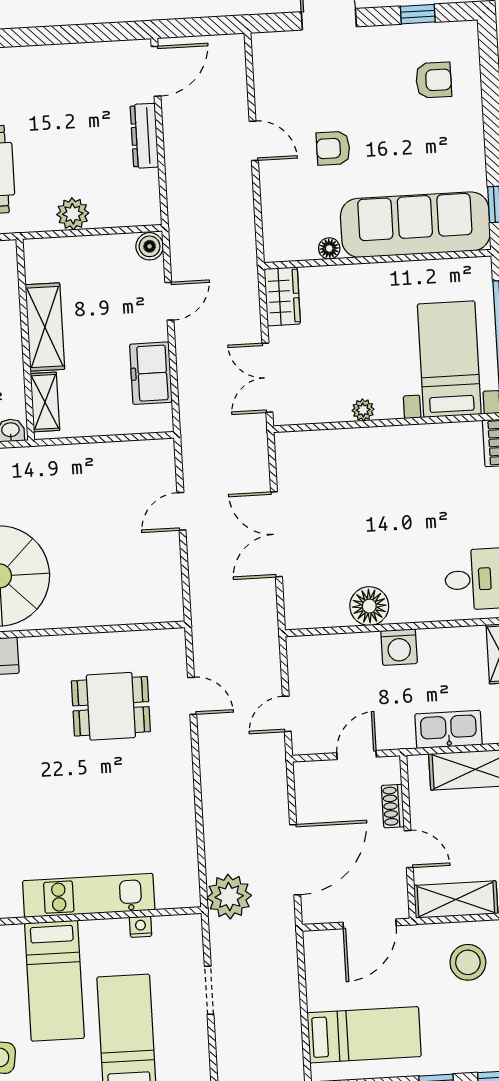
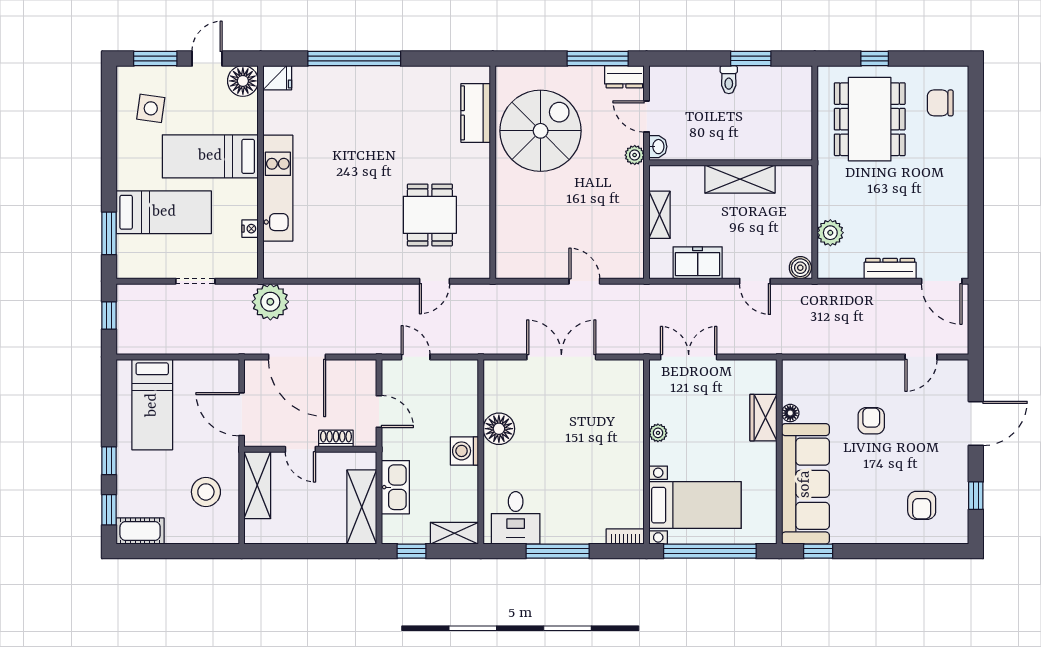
door: (254, 141) -> (921, 357), moved
plant: (73, 214) -> (830, 233), moved
wardrobe: (282, 296) -> (763, 418), moved, turned 90
shelving: (45, 402) -> (660, 215), moved, turned 90
plant: (23, 458) -> (635, 155), added
door: (409, 849) -> (300, 449), hinge flipped

